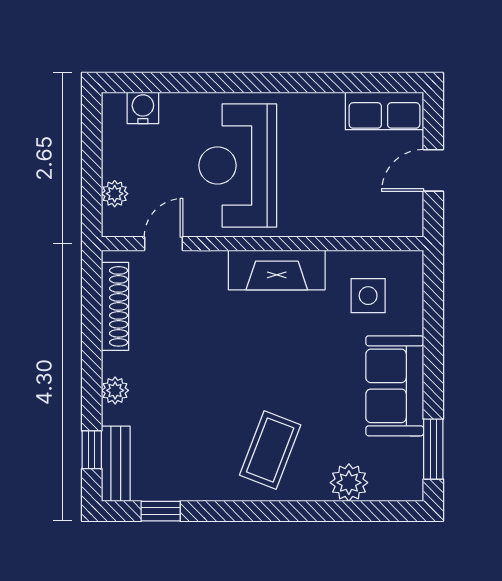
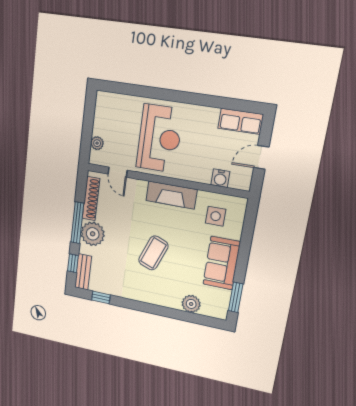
water cooler: (143, 108) -> (220, 178), moved, turned 180
reception desk: (238, 165) -> (159, 138), turned 180
door: (164, 244) -> (118, 172), swing flipped
window: (92, 362) -> (77, 223), added
plant: (115, 390) -> (93, 234), width x1.88, depth x1.88
coffee table: (270, 450) -> (153, 253), moved

